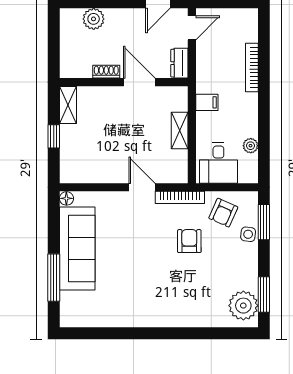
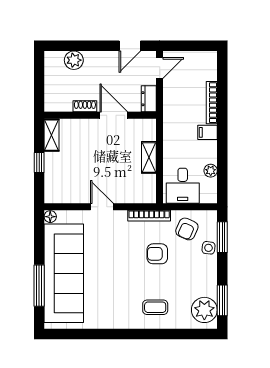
filing cabinet: (207, 102) -> (208, 132), moved, turned 180
door: (142, 187) -> (102, 207), moved
armchair: (189, 241) -> (157, 254), turned -90
sofa: (77, 249) -> (64, 273), width x1.36, depth x1.27
coffee table: (187, 302) -> (155, 307), added

